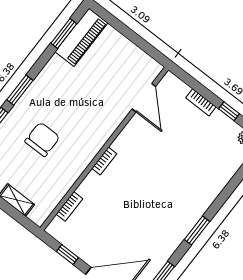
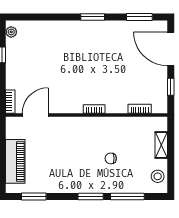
piano: (81, 37) -> (15, 161), moved, turned 90
bookcase: (201, 102) -> (10, 102), moved
chair: (42, 139) -> (111, 158), width x0.54, depth x0.54

